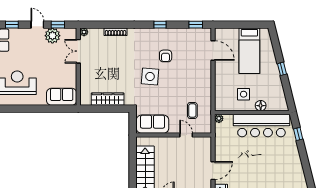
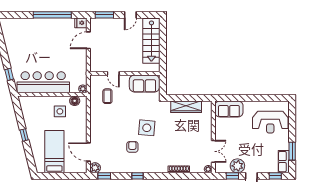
plant: (206, 34) -> (95, 168), added
floor lamp: (261, 106) -> (75, 101), moved

